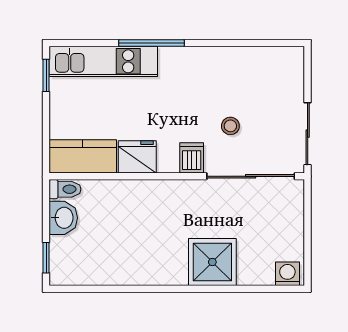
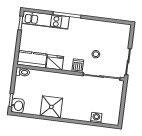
washbasin: (63, 218) -> (18, 106), moved
shower: (212, 262) -> (51, 107), moved
washing machine: (287, 274) -> (96, 118), moved

